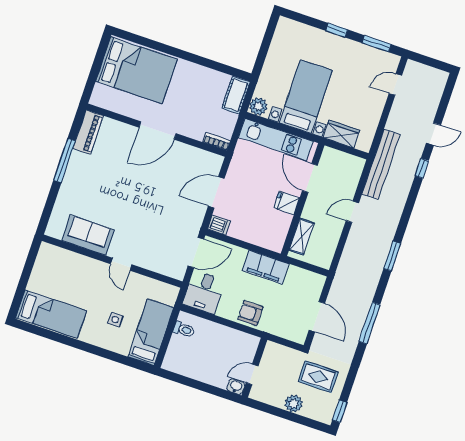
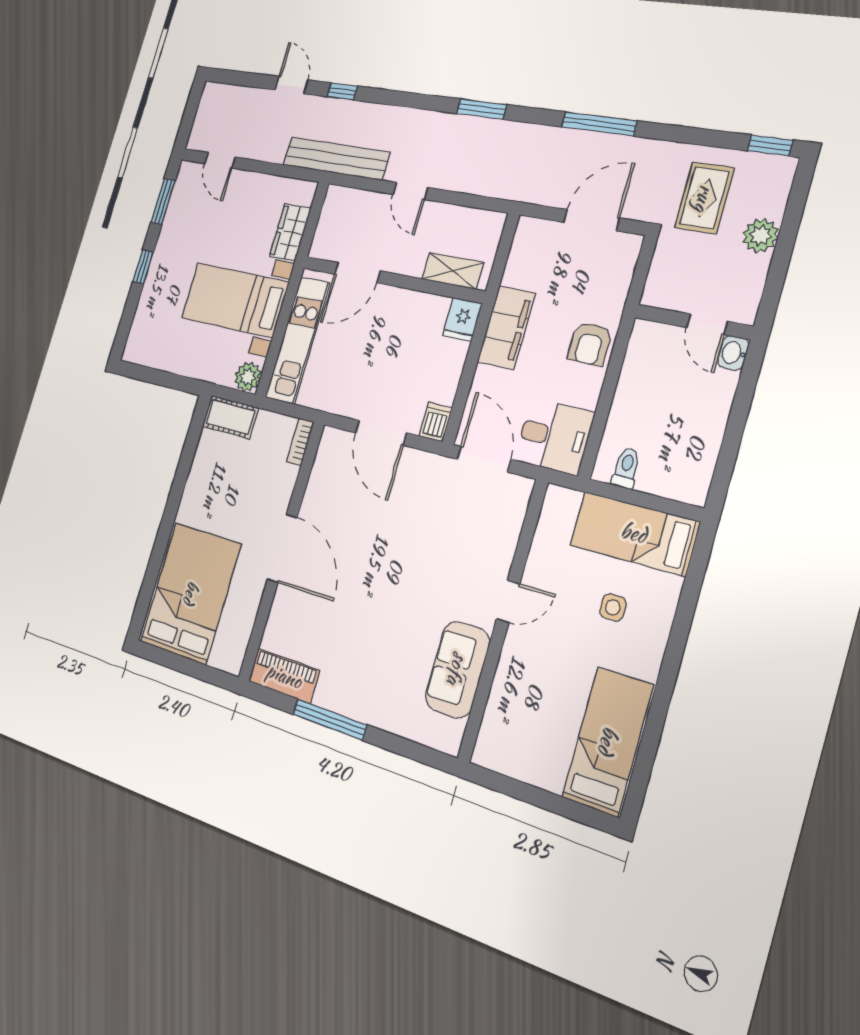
fridge: (287, 203) -> (462, 319), moved

